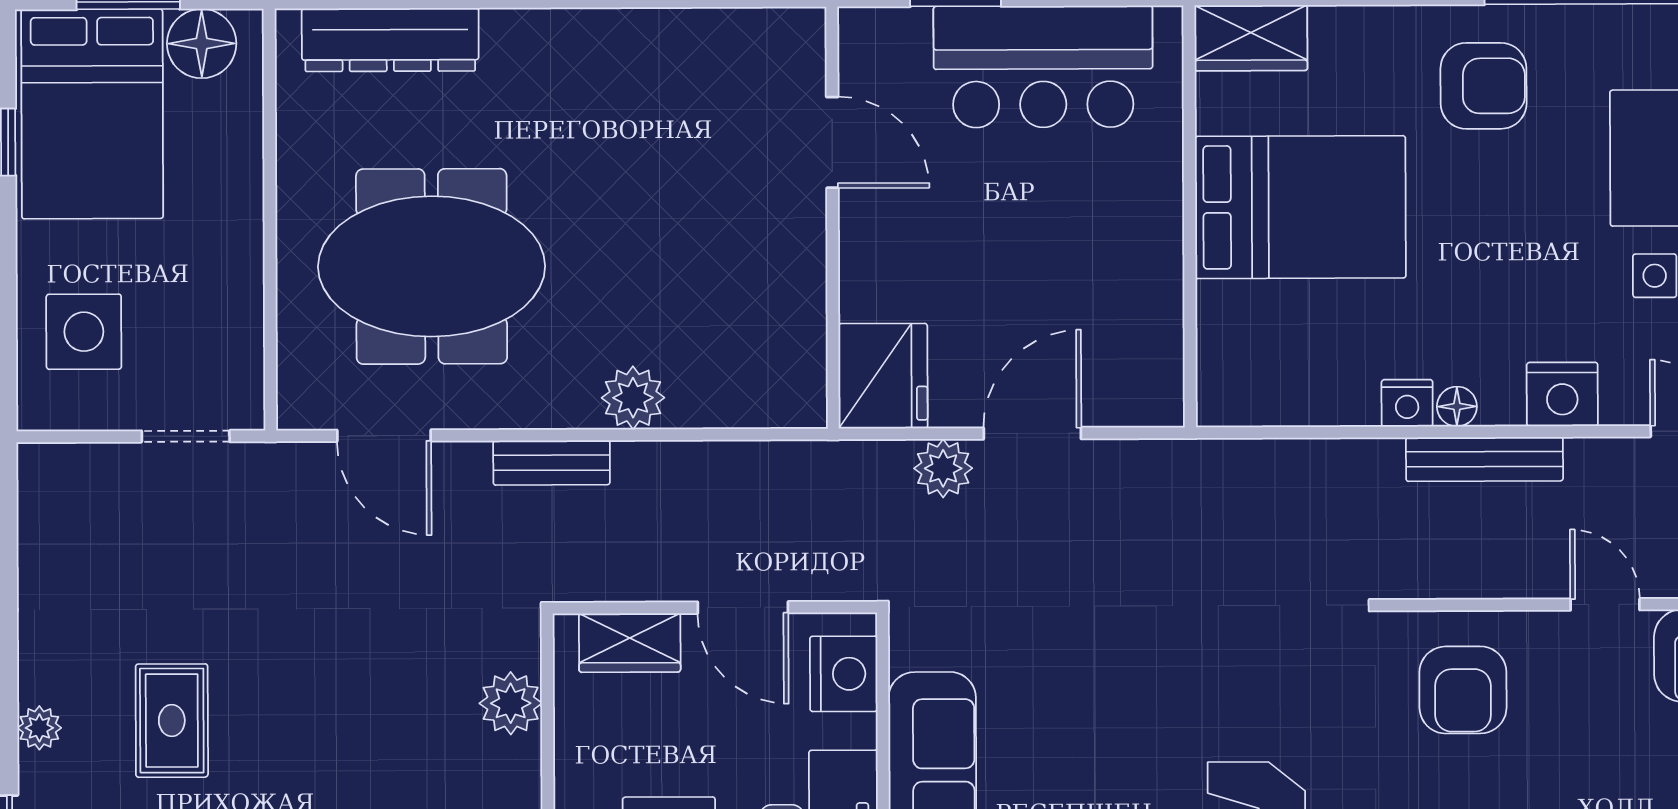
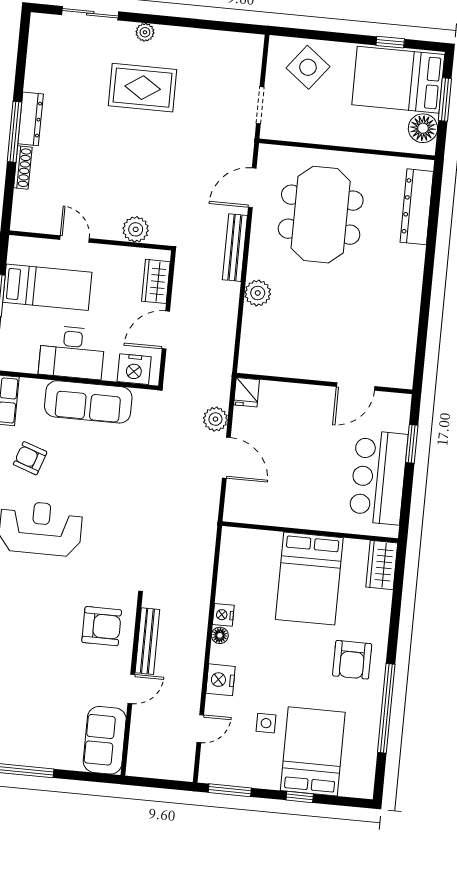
side table: (84, 332) -> (308, 67), turned 38
fridge: (883, 376) -> (247, 392), width x0.53, depth x0.75
bench: (1484, 459) -> (147, 641), moved
bench: (552, 463) -> (235, 248), width x1.36
armchair: (1463, 690) -> (102, 626), turned 180
rug: (172, 721) -> (143, 88), width x1.36, depth x1.43

